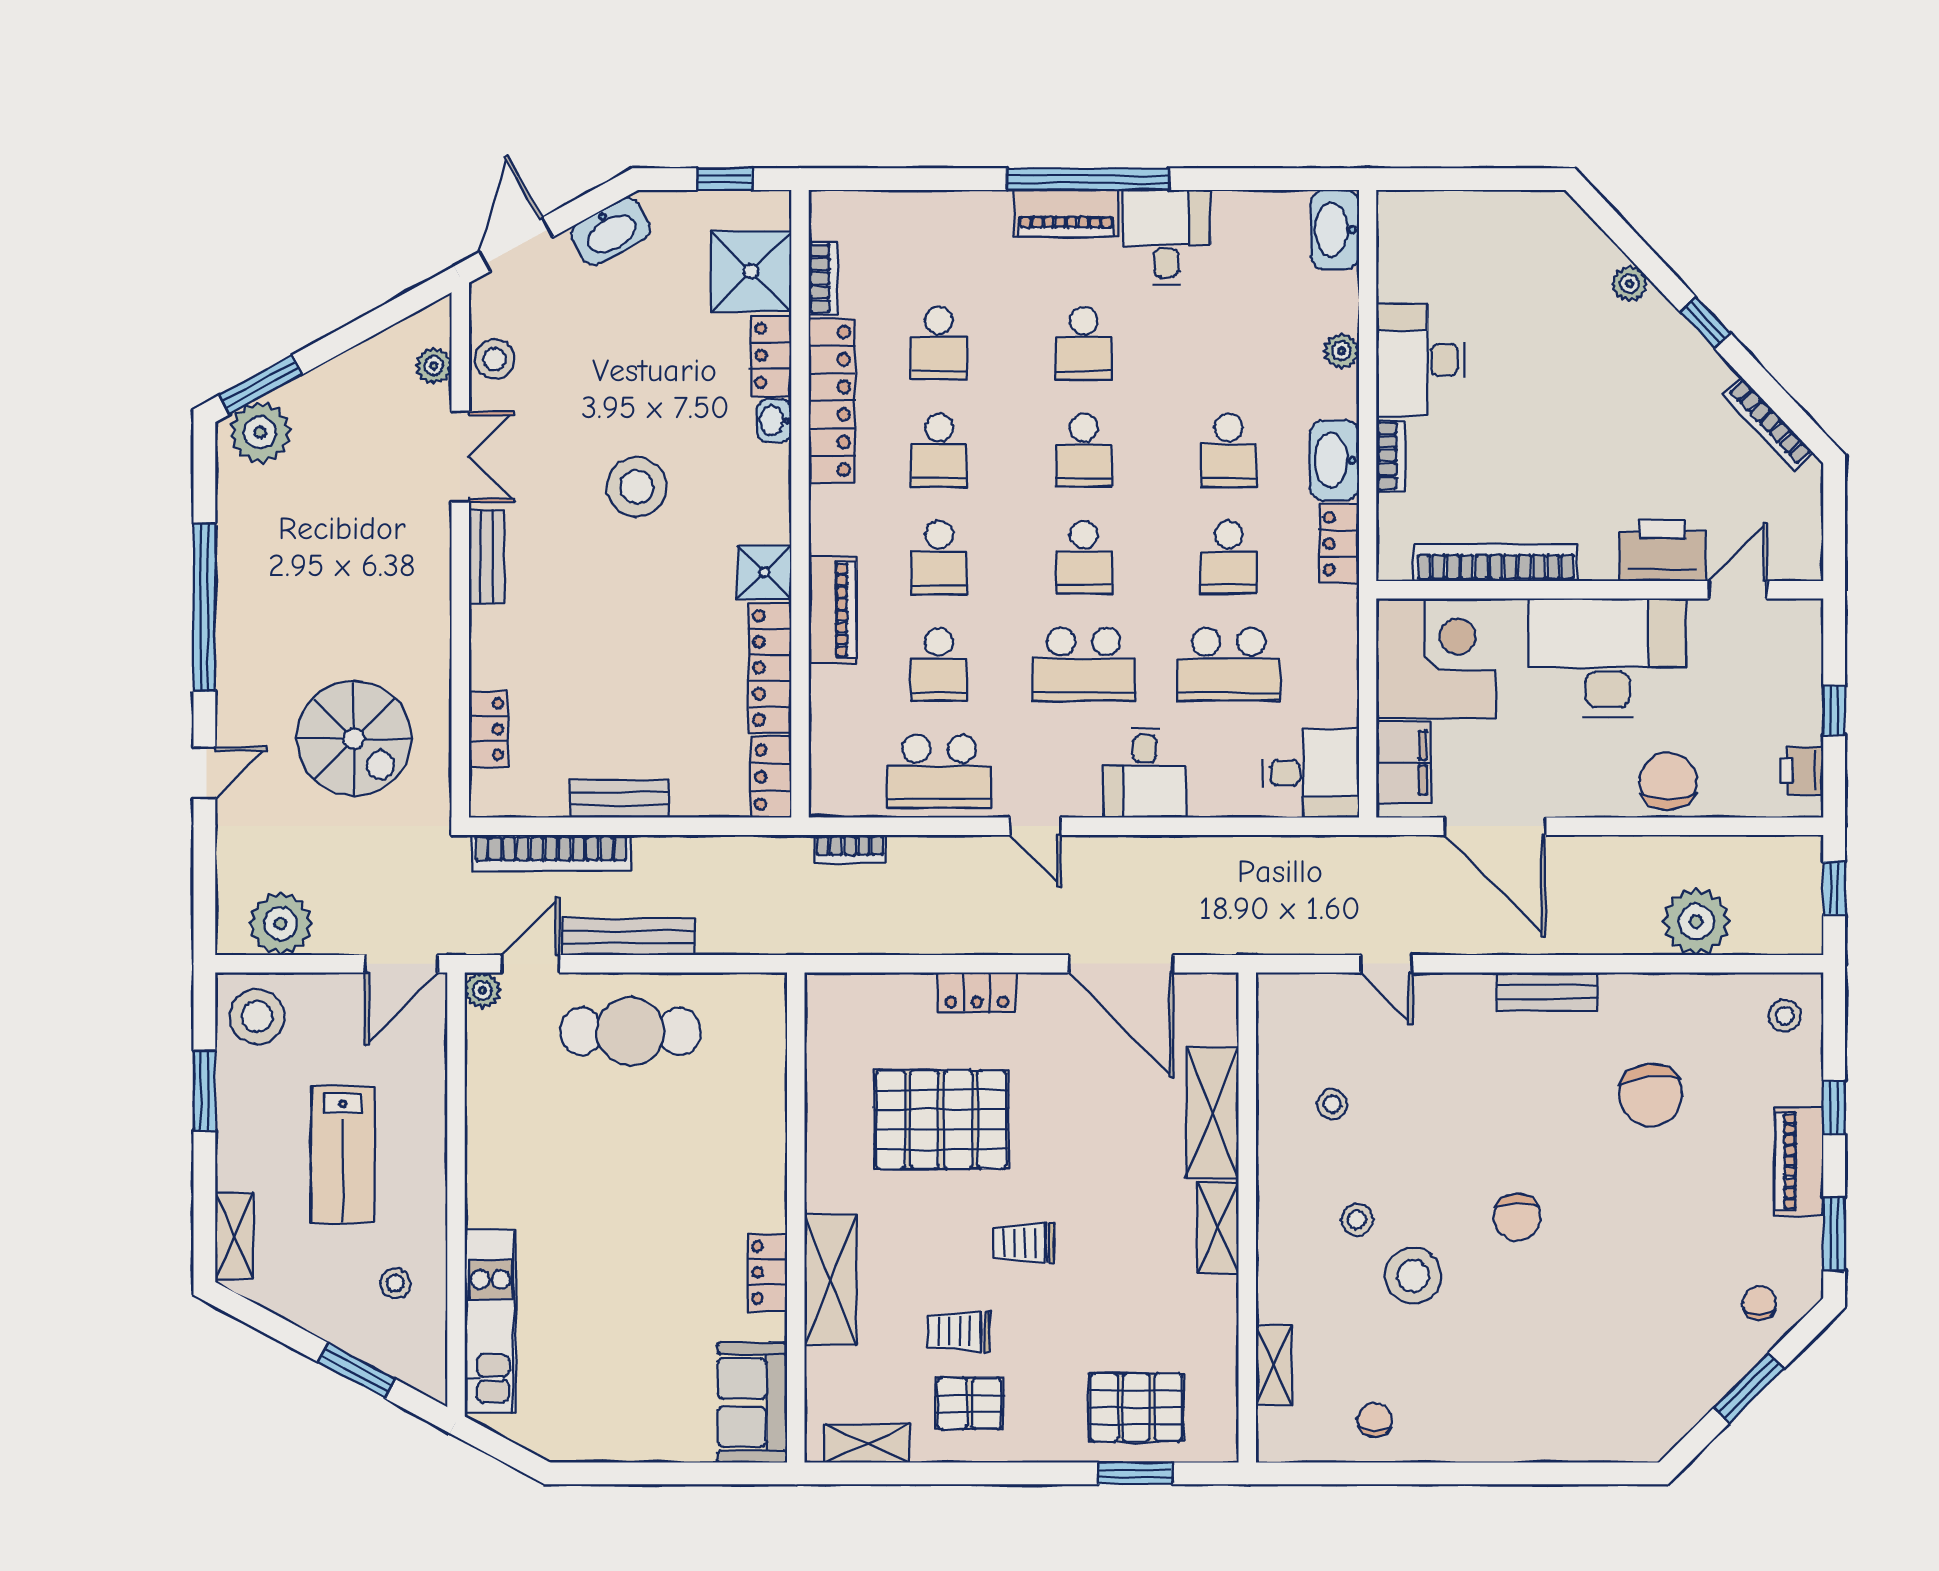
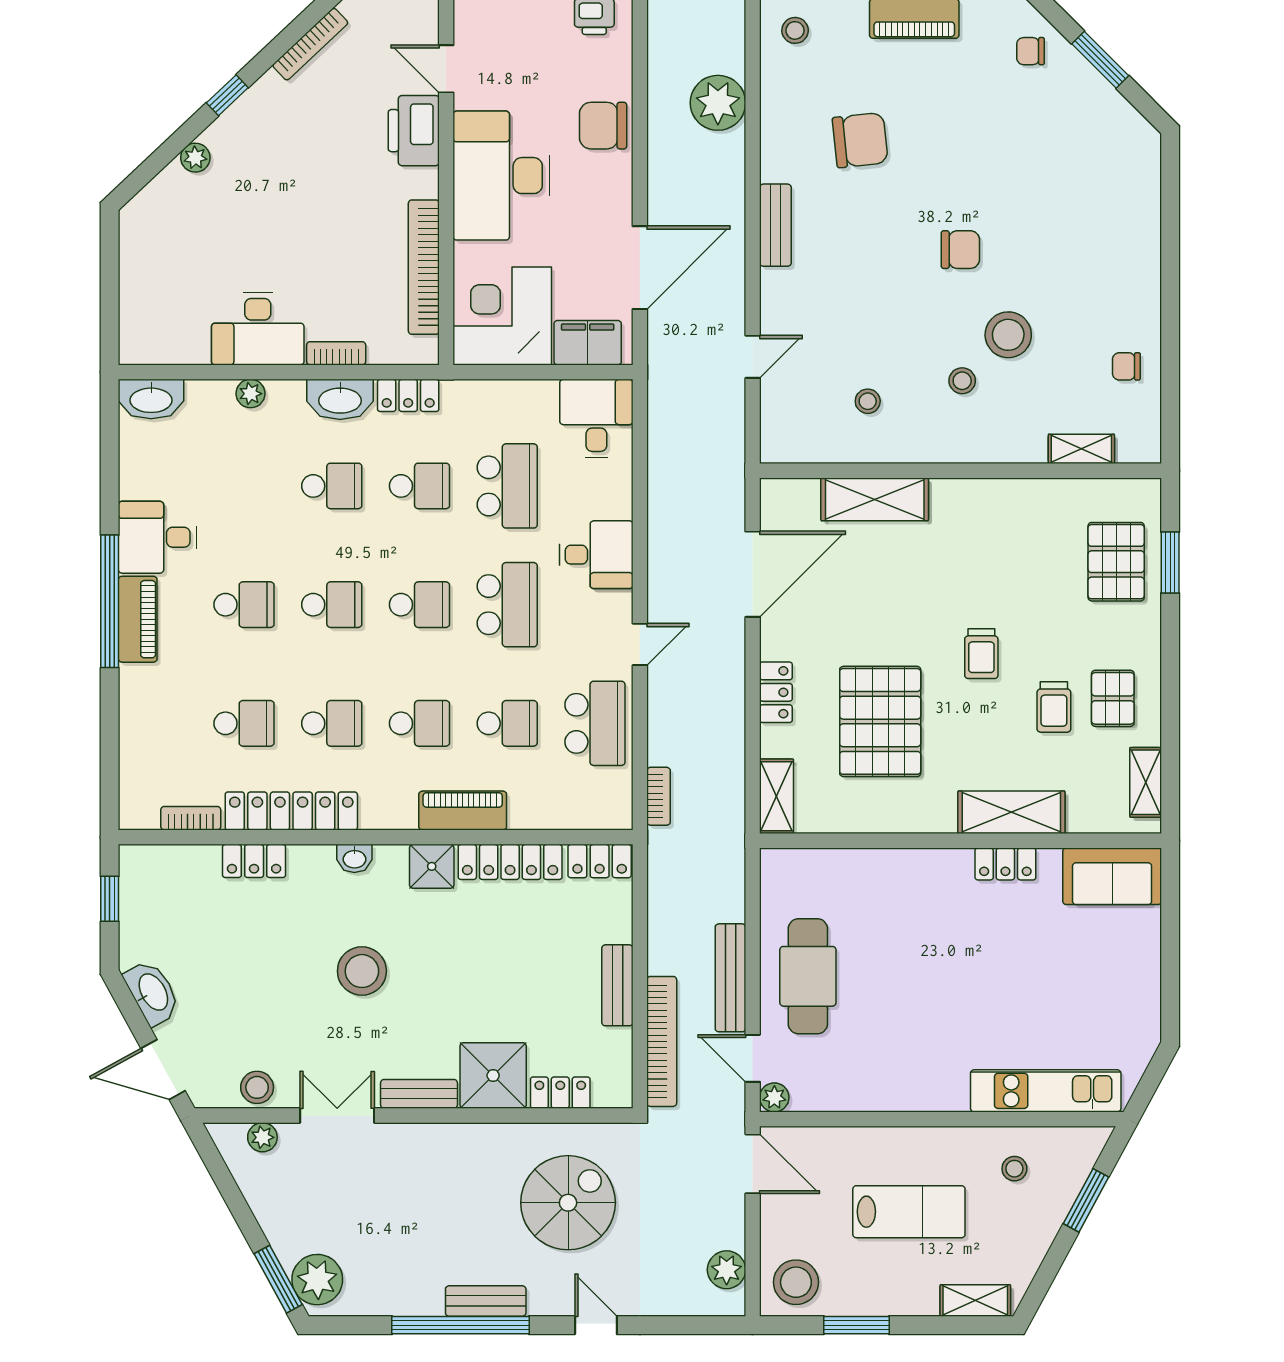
shower: (751, 271) -> (493, 1075), moved
washbasin: (774, 421) -> (354, 858), moved
bench: (234, 638) -> (486, 1301), added
plant: (281, 924) -> (727, 1270), width x0.73, depth x0.73
shelving: (1218, 1227) -> (777, 796), moved, turned 90

